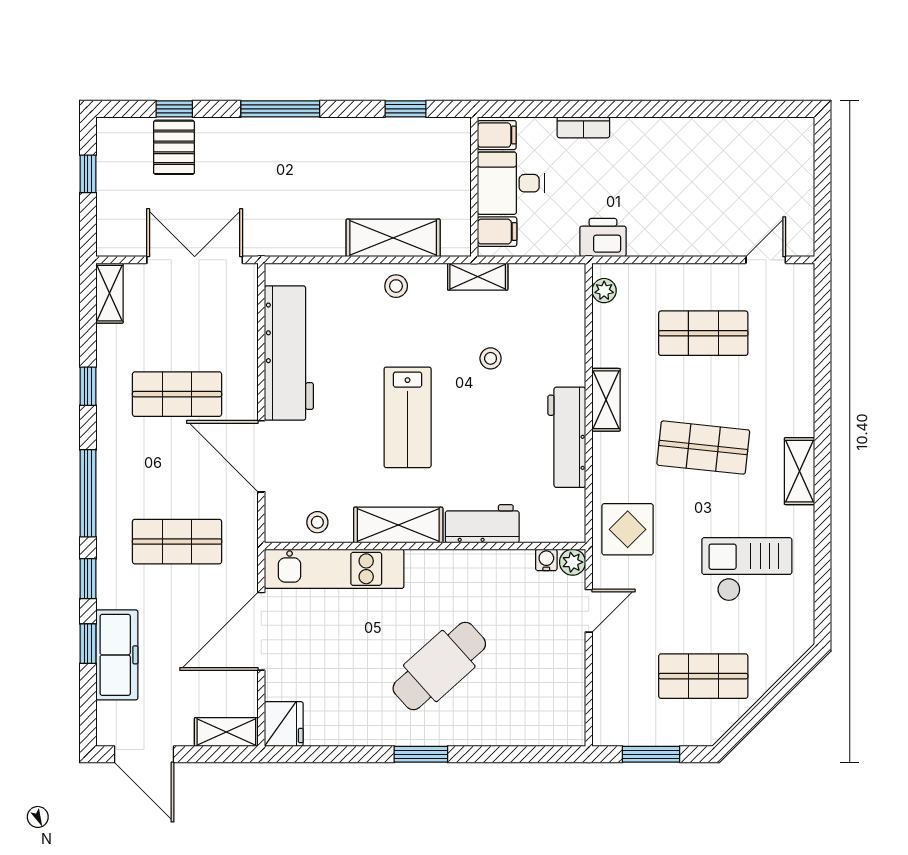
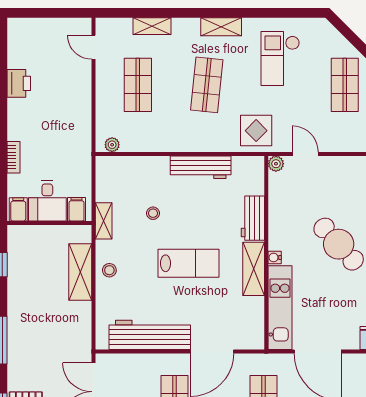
printer: (603, 238) -> (19, 83), moved, turned 180
shelving: (606, 400) -> (152, 26), moved
stool: (317, 522) -> (252, 318), removed
water cooler: (546, 560) -> (275, 258), moved

